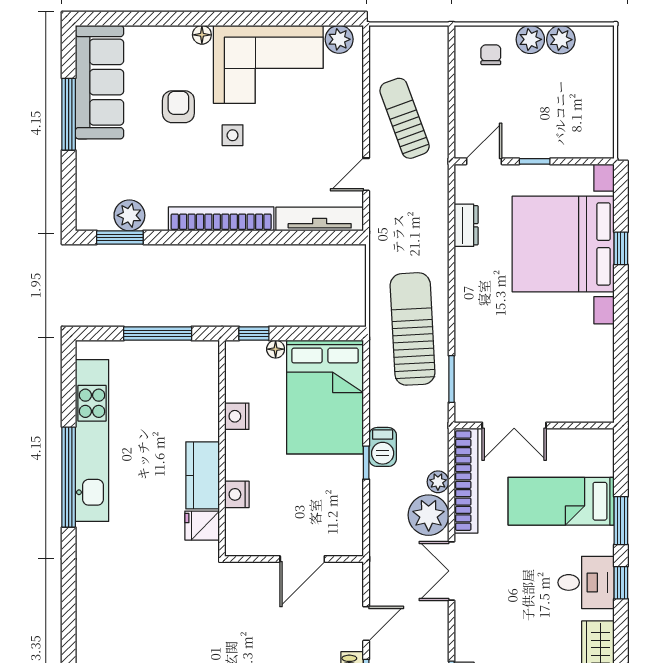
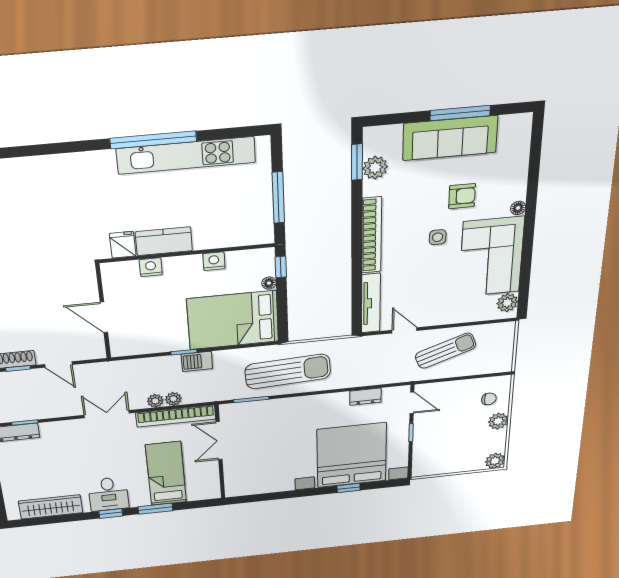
plant: (561, 40) -> (495, 461), moved
sofa: (99, 82) -> (450, 138), moved
plant: (429, 515) -> (155, 401), width x0.53, depth x0.53

